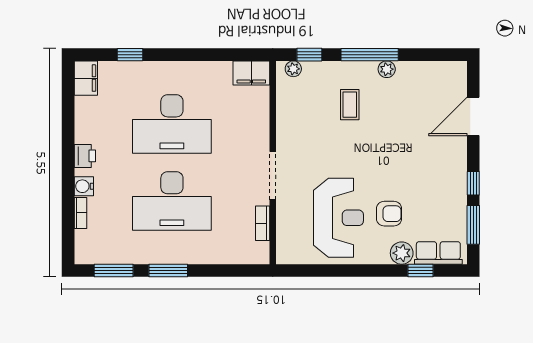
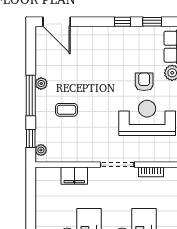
filing cabinet: (251, 73) -> (74, 176), moved, turned 90
door: (473, 116) -> (57, 22), moved
window: (473, 225) -> (152, 22), width x0.67

